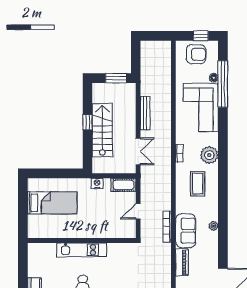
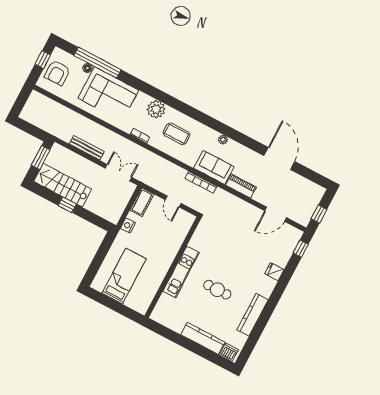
armchair: (196, 54) -> (57, 73), turned 180
stairs: (102, 130) -> (63, 185), moved

